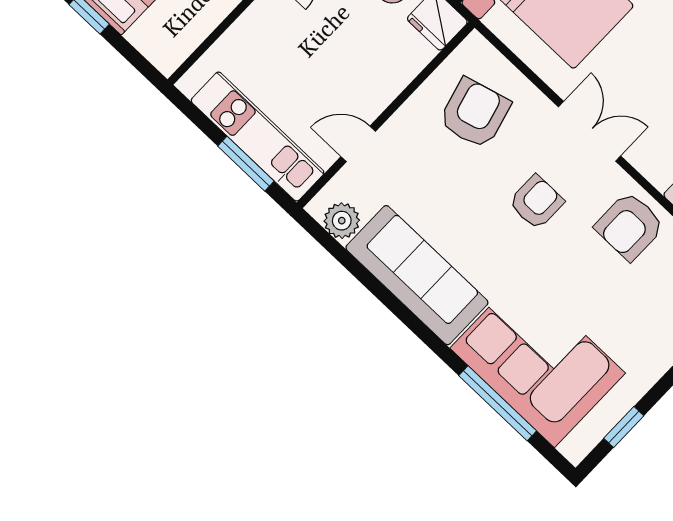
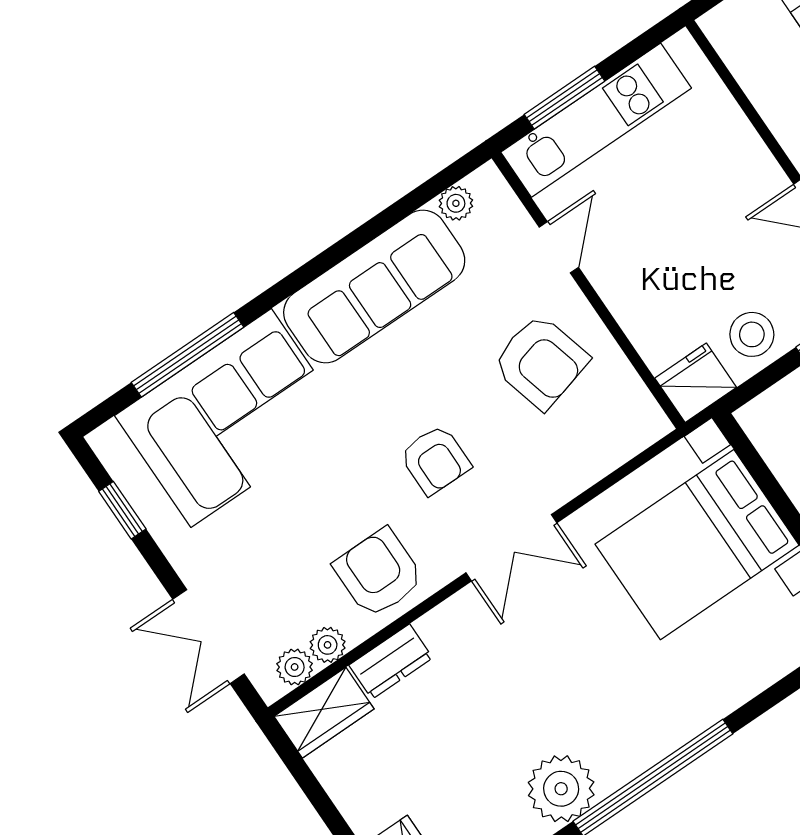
armchair: (475, 113) -> (541, 362), moved
plant: (342, 221) -> (456, 203), width x0.73, depth x0.73

